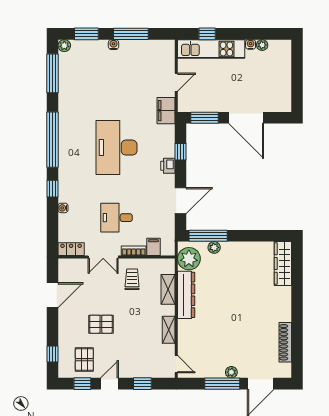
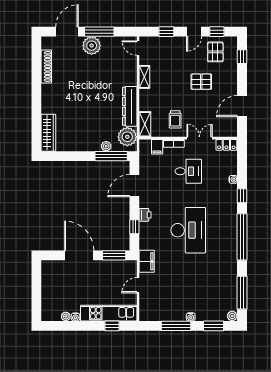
shelving: (168, 289) -> (145, 124), moved
plant: (231, 372) -> (92, 46), width x1.88, depth x1.88

